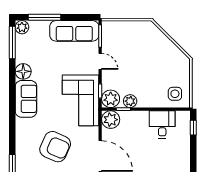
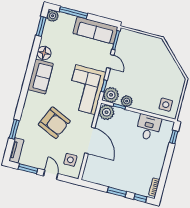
window: (12, 42) -> (41, 26), width x0.69

